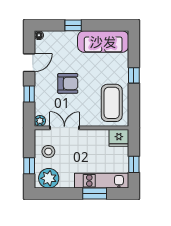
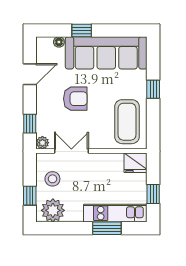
floor lamp: (39, 35) -> (59, 42), moved
sofa: (103, 42) -> (106, 53), width x1.36, depth x1.27
window: (29, 94) -> (30, 124), moved

